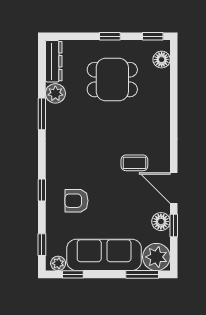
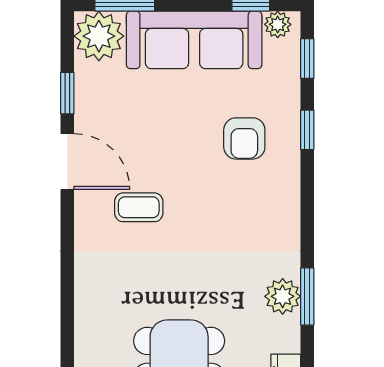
plant: (55, 93) -> (283, 296), moved
window: (42, 190) -> (307, 130), moved
armchair: (76, 201) -> (244, 138), turned 90
floor lamp: (161, 222) -> (91, 101), removed

